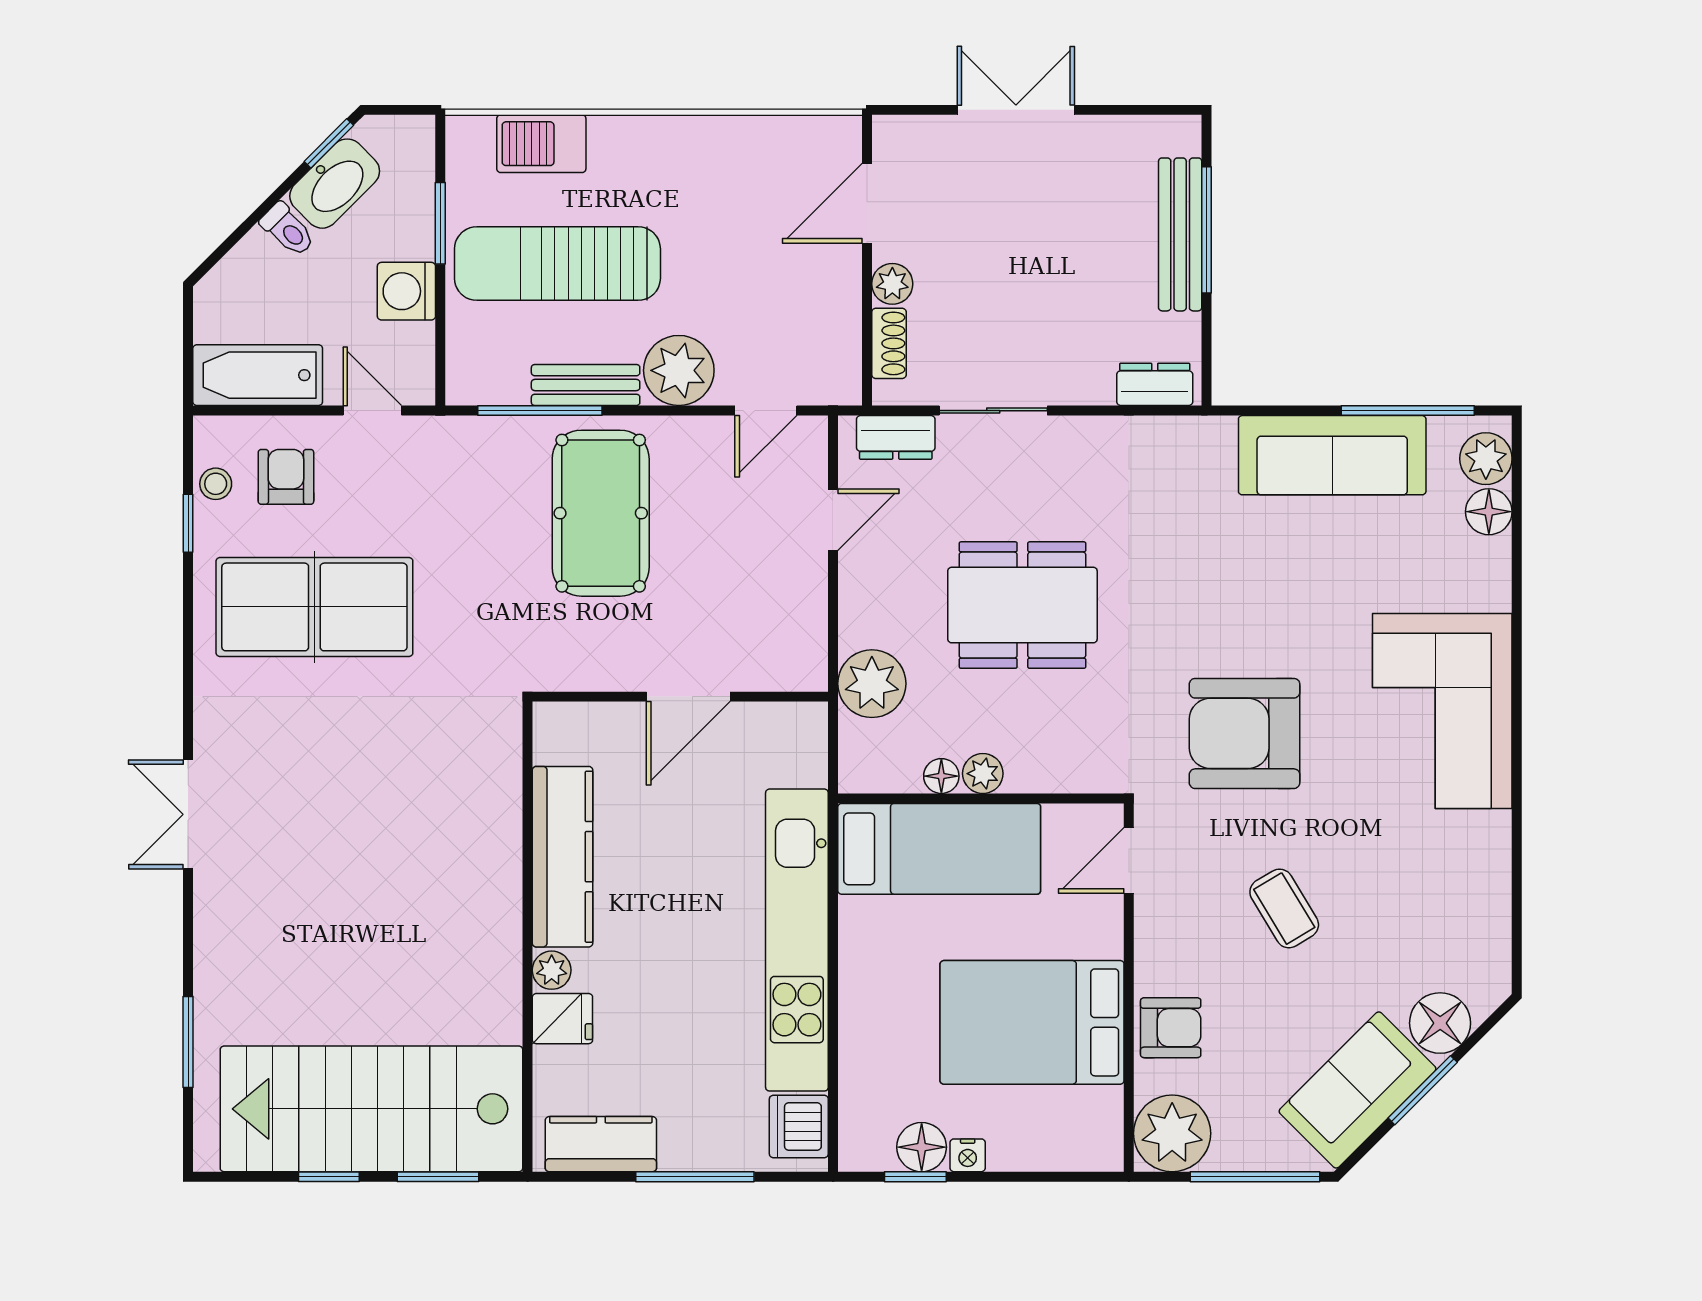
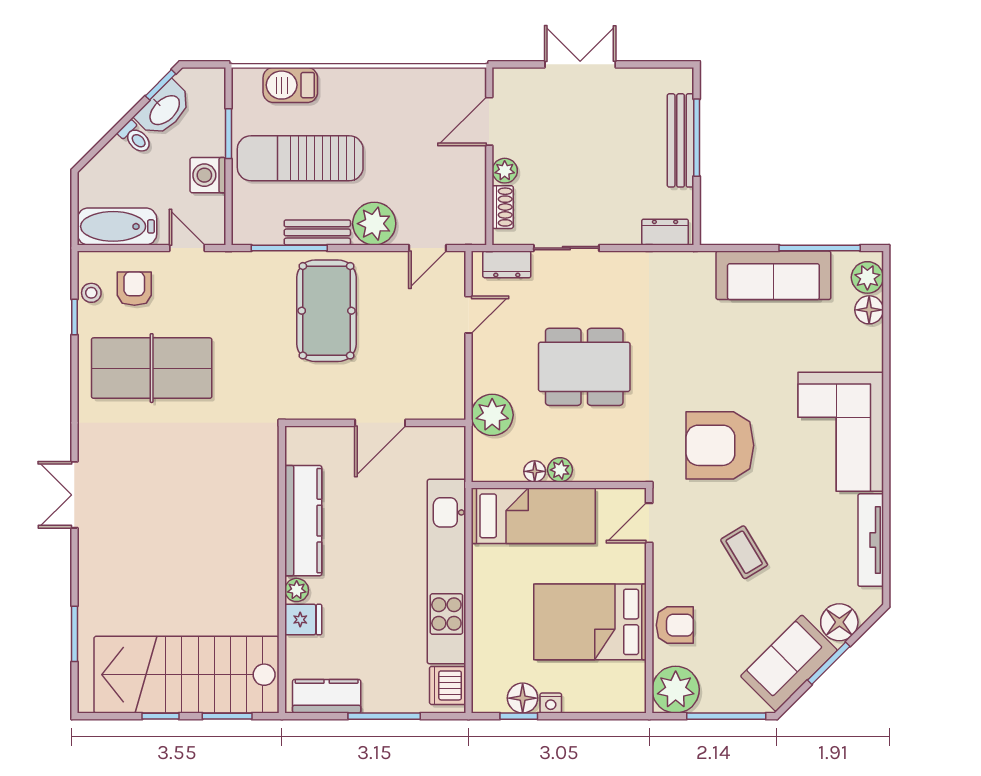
tv unit: (1491, 888) -> (871, 540), added

